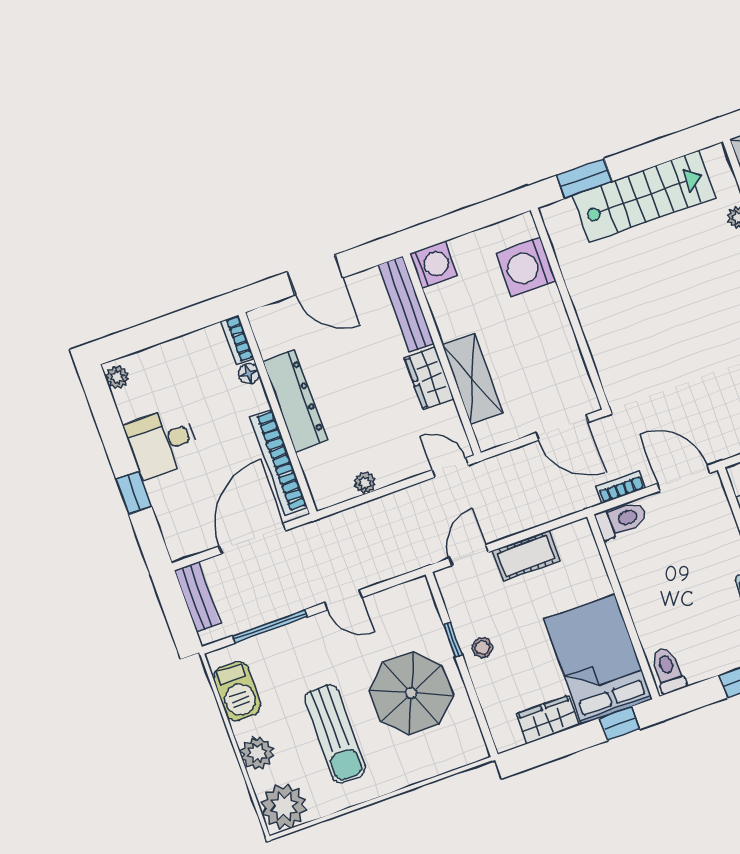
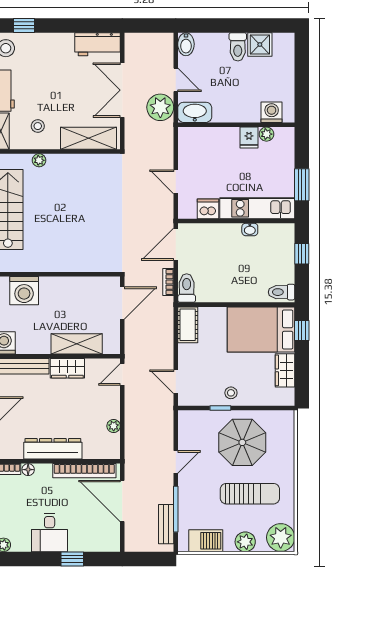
cot: (526, 556) -> (188, 325), moved
bench: (197, 597) -> (166, 524), moved, turned 90

